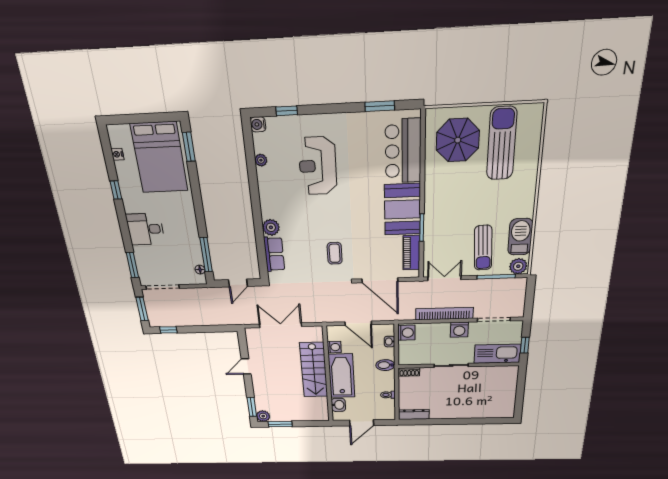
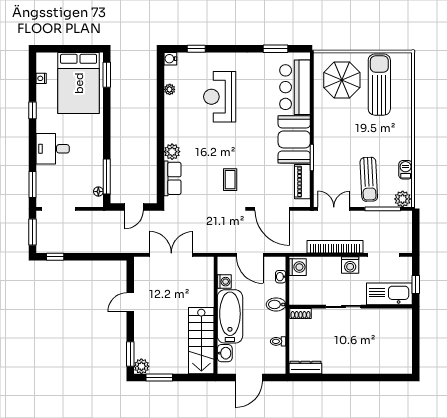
barbecue: (520, 237) -> (406, 170), width x0.53, depth x0.65
stairs: (314, 370) -> (201, 341), moved

